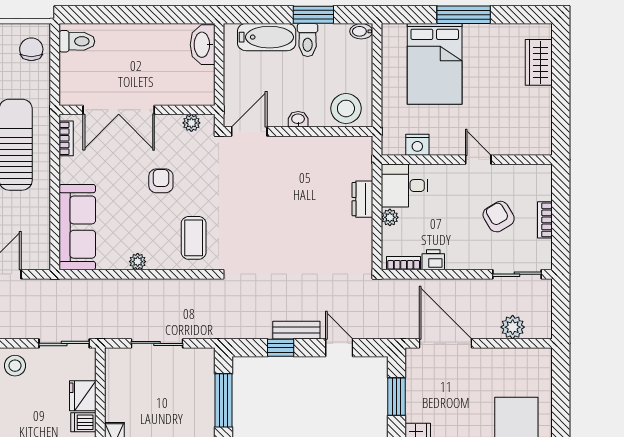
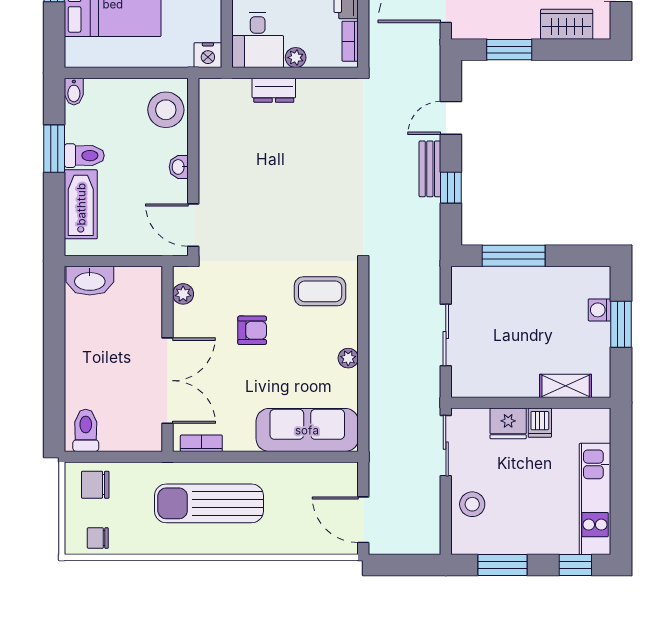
nightstand: (417, 145) -> (208, 55), moved, turned 90
armchair: (161, 181) -> (252, 330), turned 180

